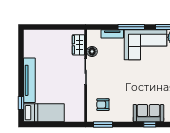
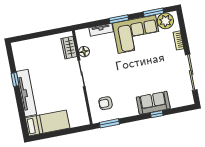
window: (131, 27) -> (119, 19), width x0.69
window: (21, 103) -> (15, 79), moved

